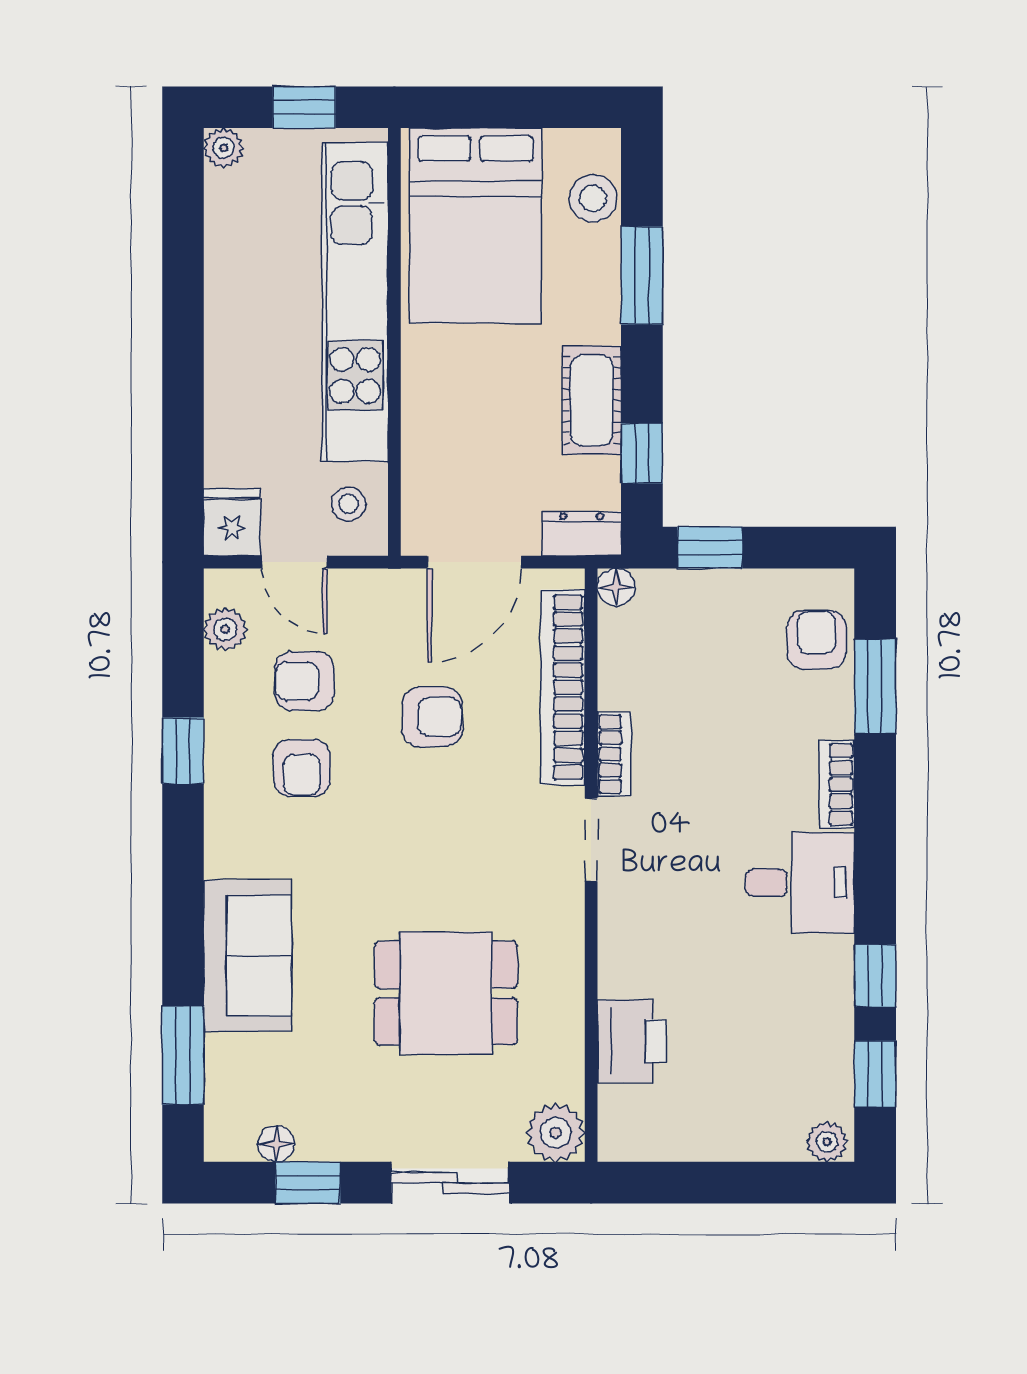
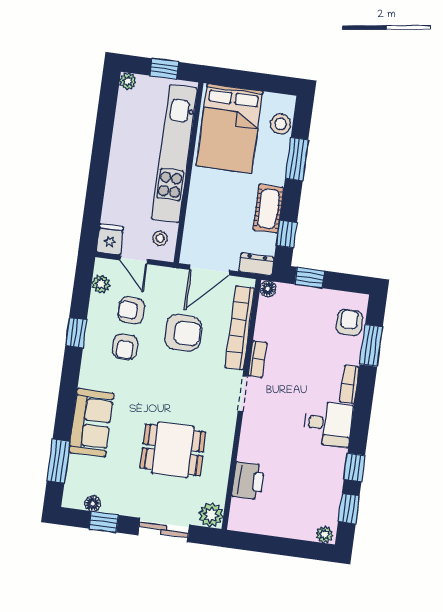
armchair: (432, 717) -> (183, 333), width x1.38, depth x1.38

